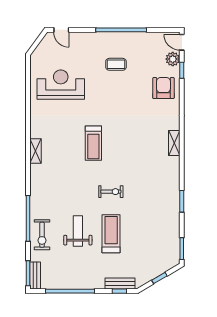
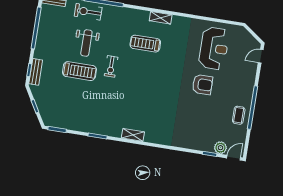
coffee table: (116, 64) -> (239, 115), moved
armchair: (163, 88) -> (202, 85), moved
treadmill: (93, 143) -> (145, 44), moved
shelving: (174, 143) -> (133, 135), moved
exercise bike: (111, 192) -> (111, 66), moved
weight bench: (78, 231) -> (86, 43), turned 90

